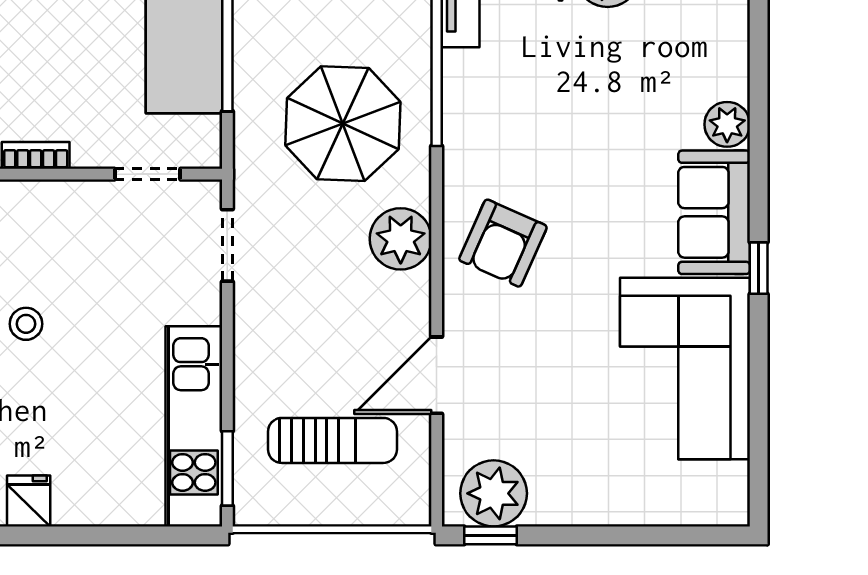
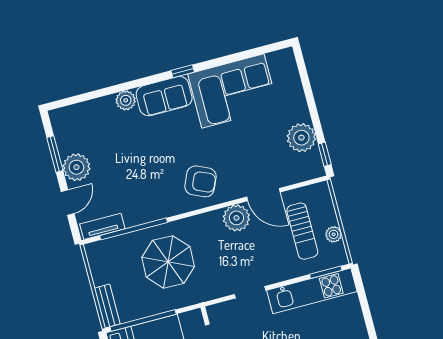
plant: (401, 239) -> (236, 218), moved
doorway: (227, 245) -> (250, 292), moved
sun lounger: (333, 440) -> (302, 231), turned 180
plant: (494, 493) -> (301, 138), moved
plant: (307, 508) -> (334, 234), added

